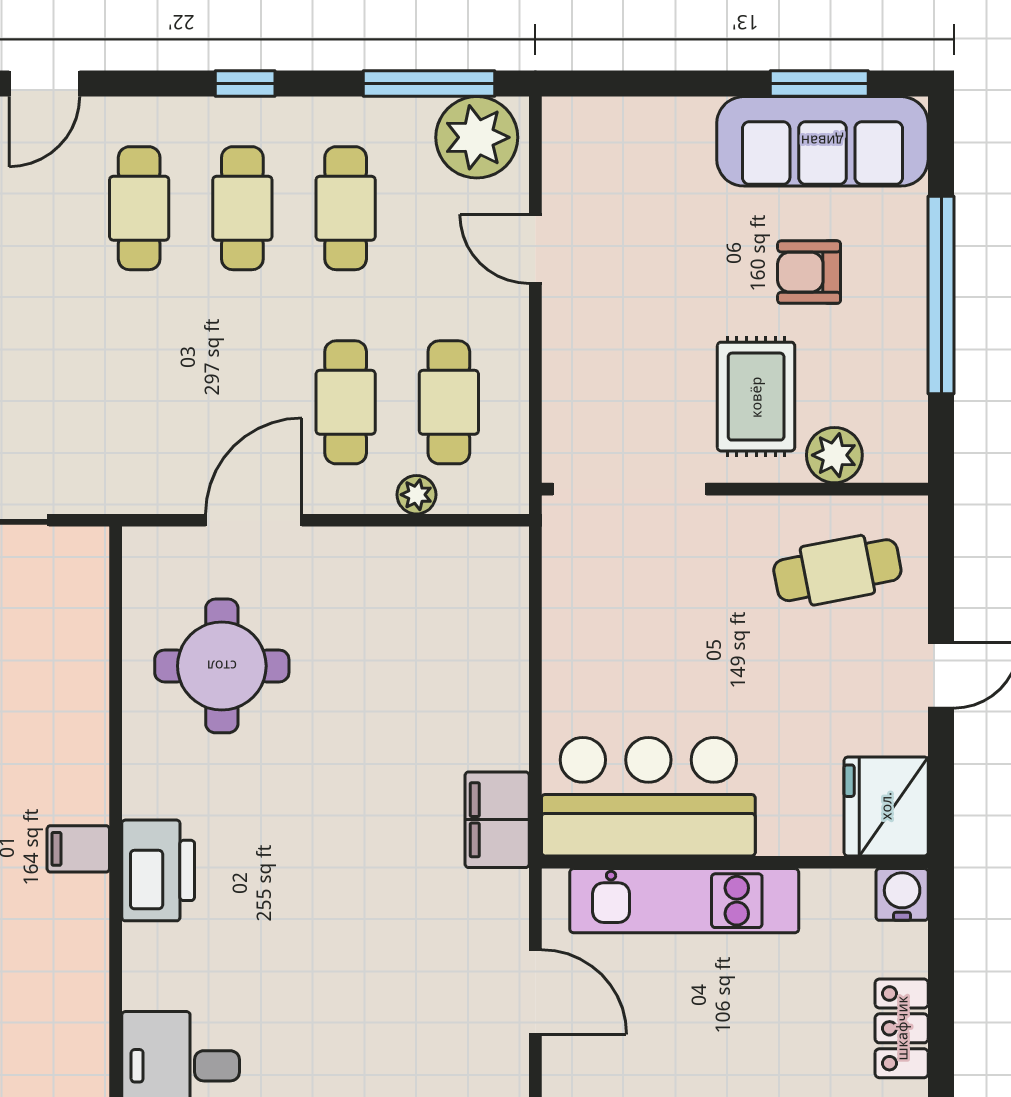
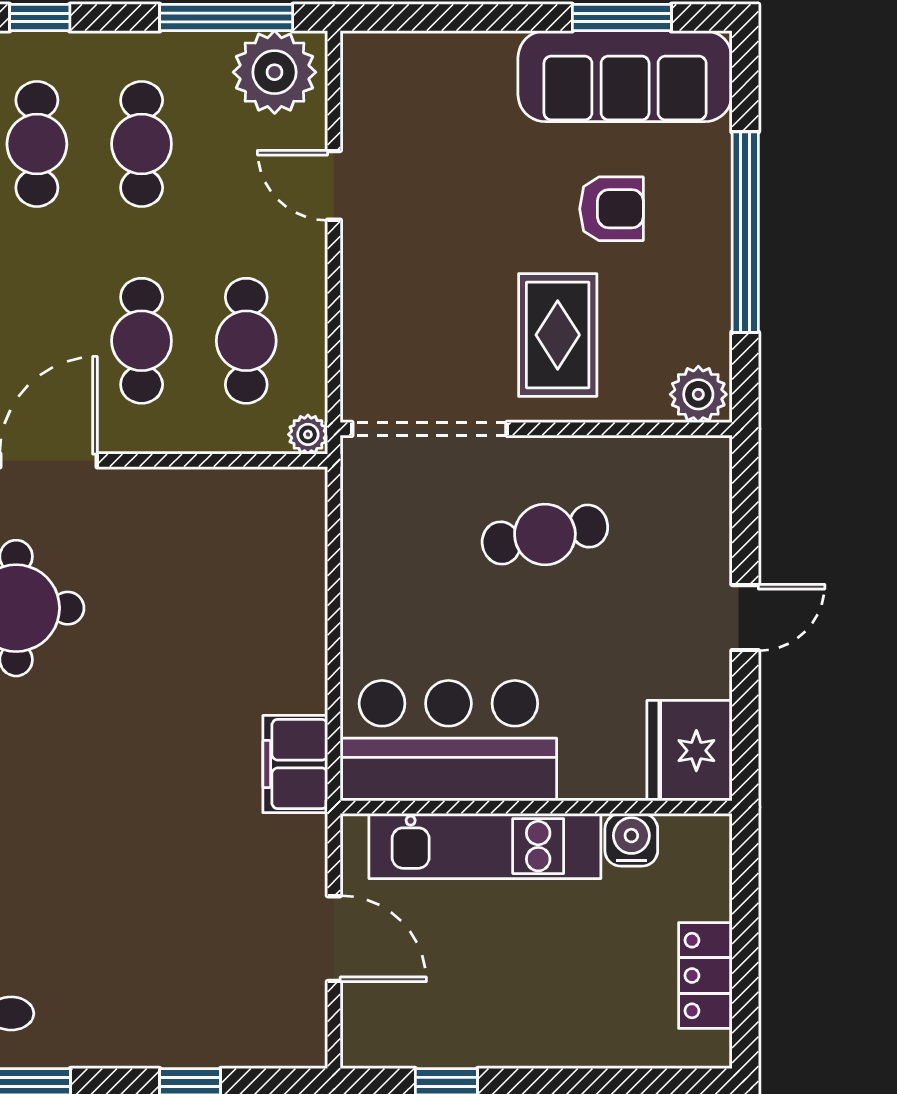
armchair: (809, 272) -> (611, 209), turned 180
plant: (834, 455) -> (698, 394), moved
plant: (416, 495) -> (308, 434), moved
cafe table: (837, 570) -> (545, 535), moved
water cooler: (902, 894) -> (631, 840), moved

